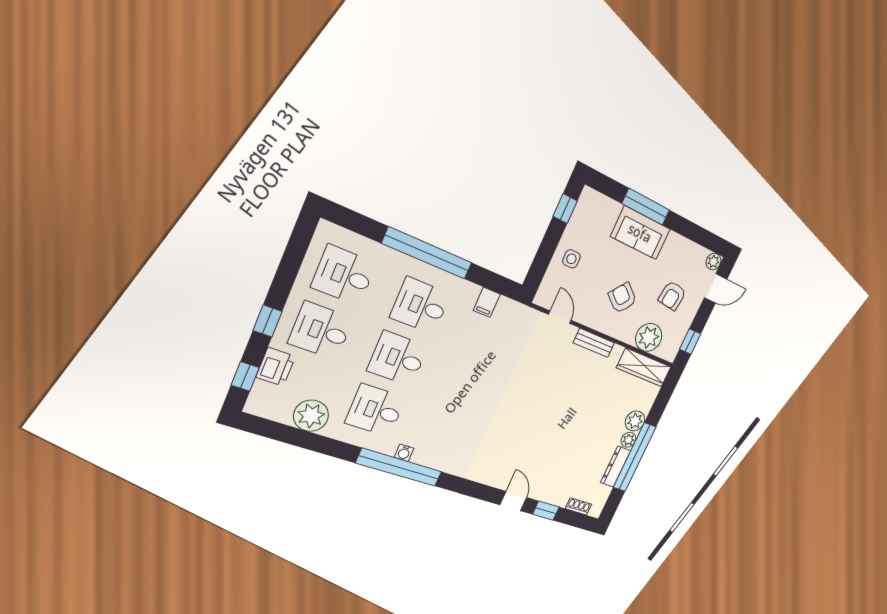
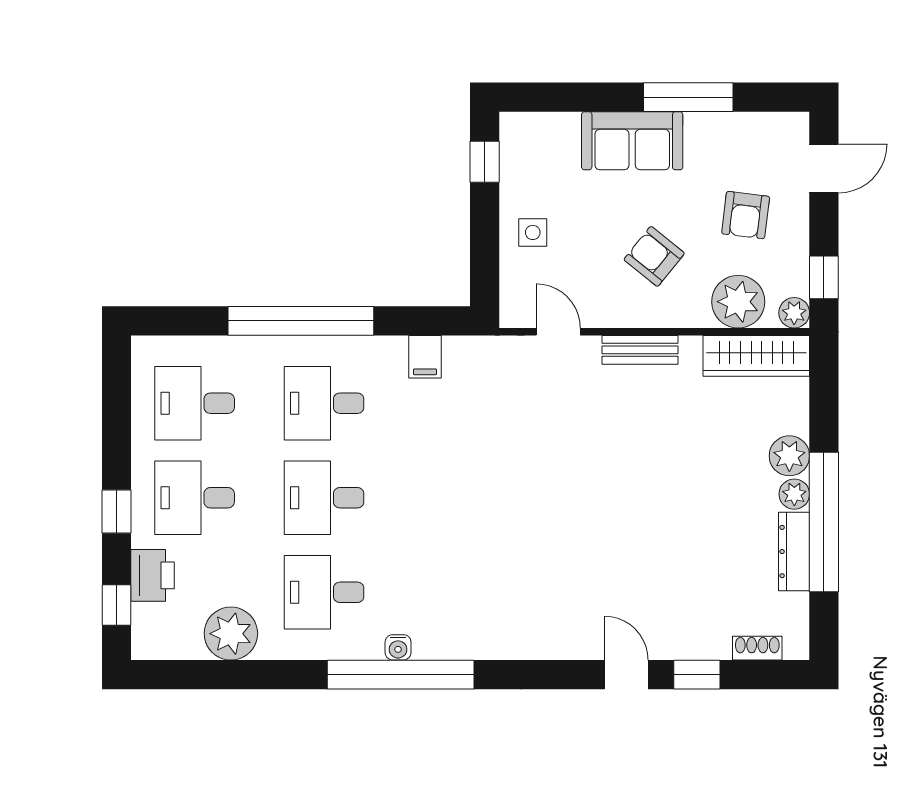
window: (646, 207) -> (688, 97), moved
plant: (713, 262) -> (794, 313), moved

